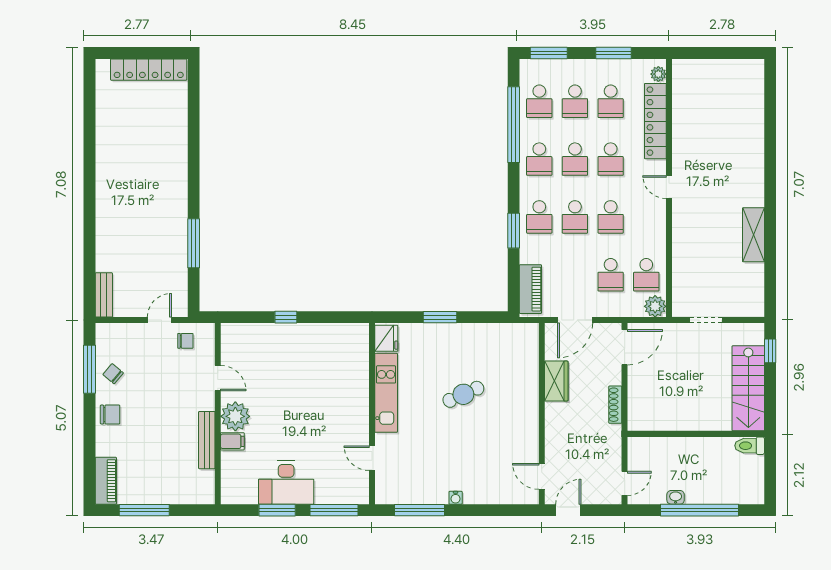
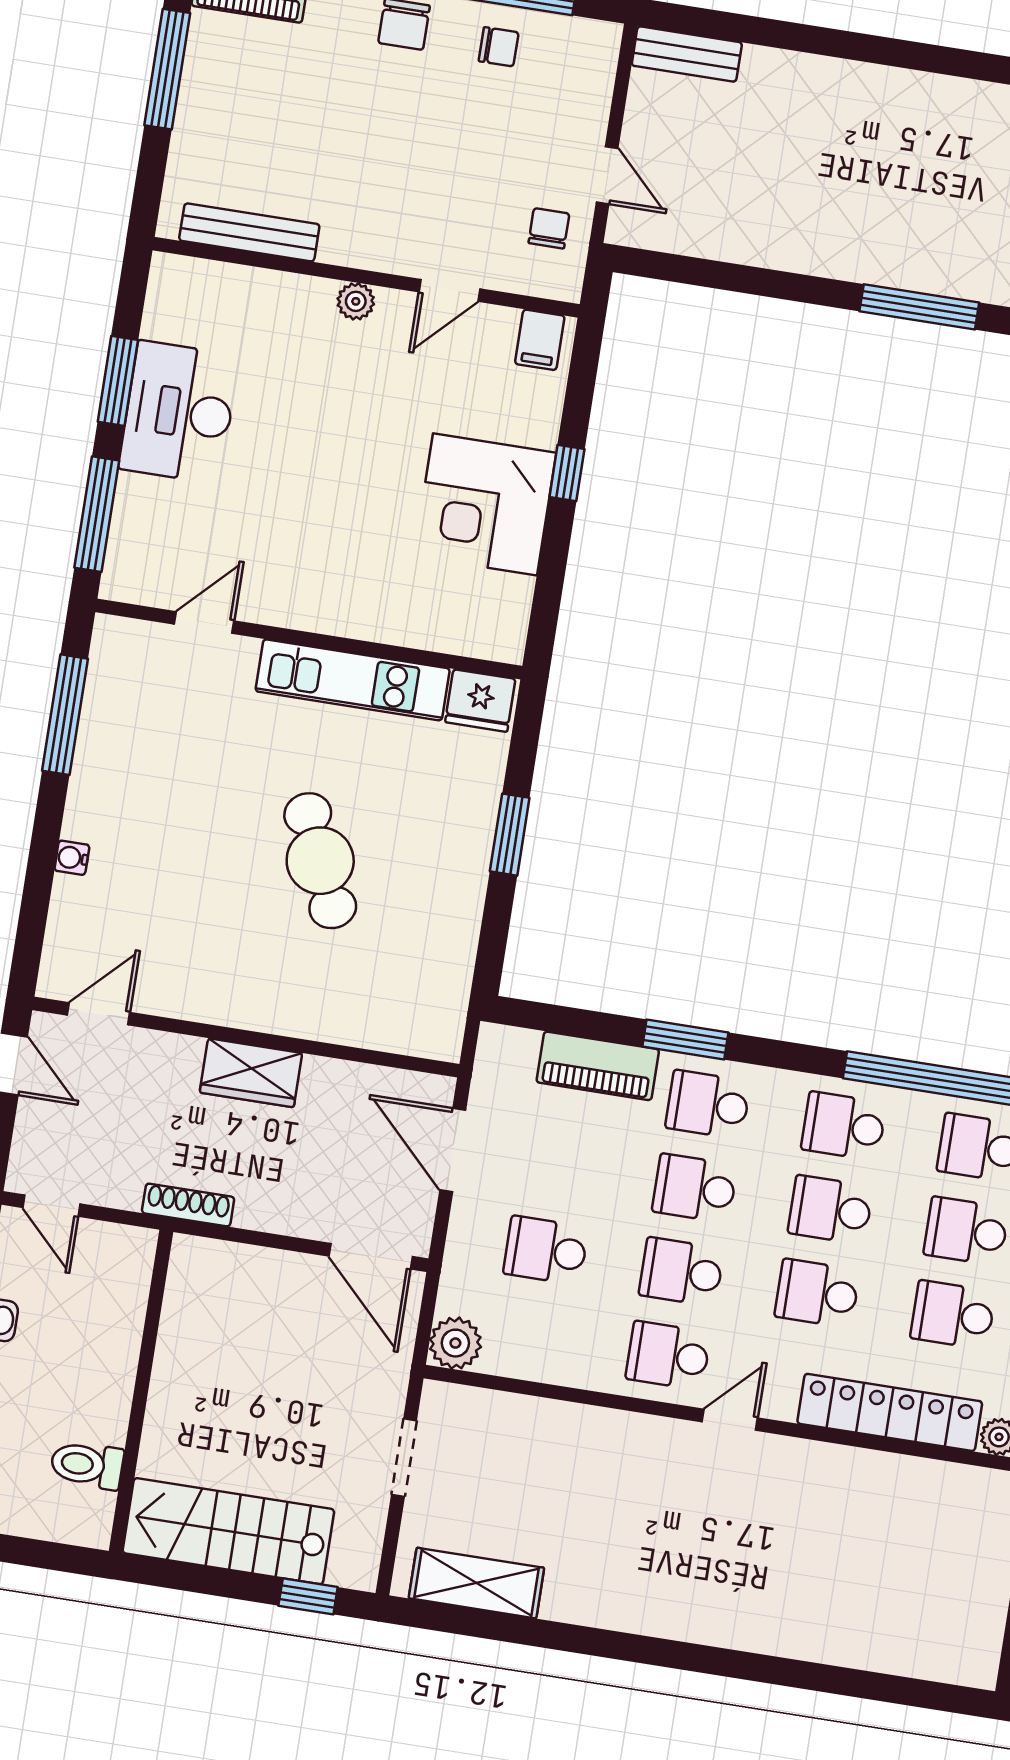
shelving: (754, 235) -> (476, 1583), moved
window: (194, 243) -> (919, 307), moved
school desk: (646, 275) -> (668, 1356), moved
piano: (530, 289) -> (598, 1066), moved
chair: (185, 341) -> (549, 228), turned 180
corner desk: (304, 349) -> (485, 504), added
chair: (113, 374) -> (499, 47), turned 50
wardrobe: (556, 381) -> (251, 1073), moved
cafe table: (463, 394) -> (320, 861), width x1.37, depth x1.35
shoe rack: (615, 405) -> (188, 1205), moved
plant: (235, 416) -> (356, 301), width x0.53, depth x0.53
bench: (207, 440) -> (249, 232), moved
filing cabinet: (232, 441) -> (540, 340), moved
toilet: (750, 446) -> (87, 1465), moved, turned -90
water cooler: (456, 498) -> (72, 858), moved

